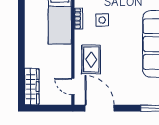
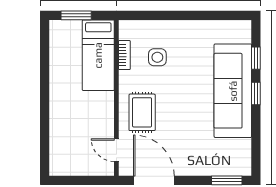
wardrobe: (32, 87) -> (59, 150), removed

